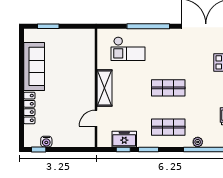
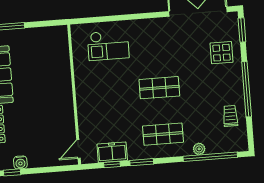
window: (148, 26) -> (130, 17), removed
shelving: (105, 88) -> (84, 94), removed
door: (96, 118) -> (78, 149), moved

